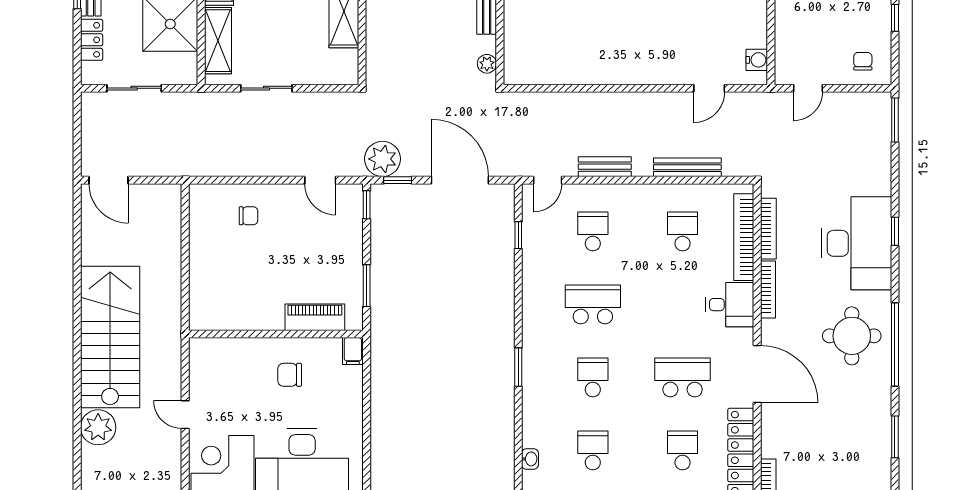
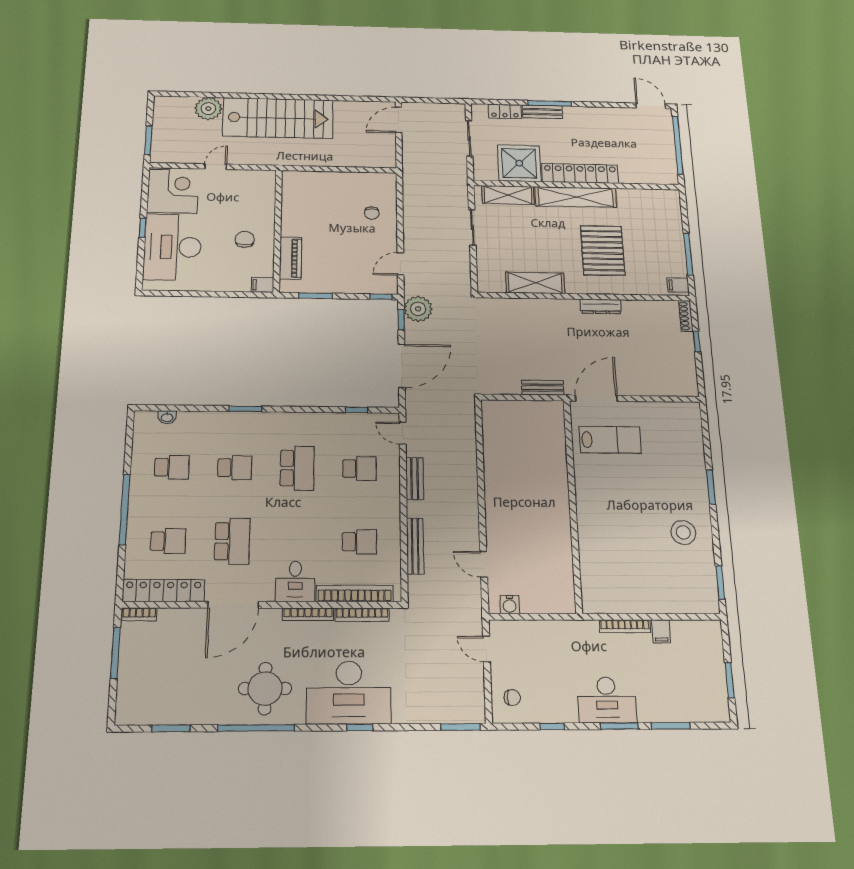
plant: (487, 64) -> (498, 387), removed

